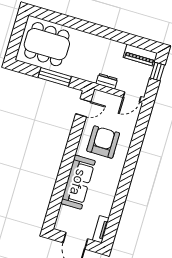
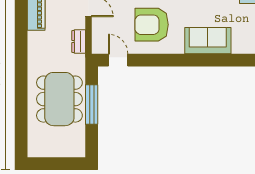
dining table: (47, 44) -> (59, 99), moved
sofa: (78, 182) -> (208, 41), width x0.73

